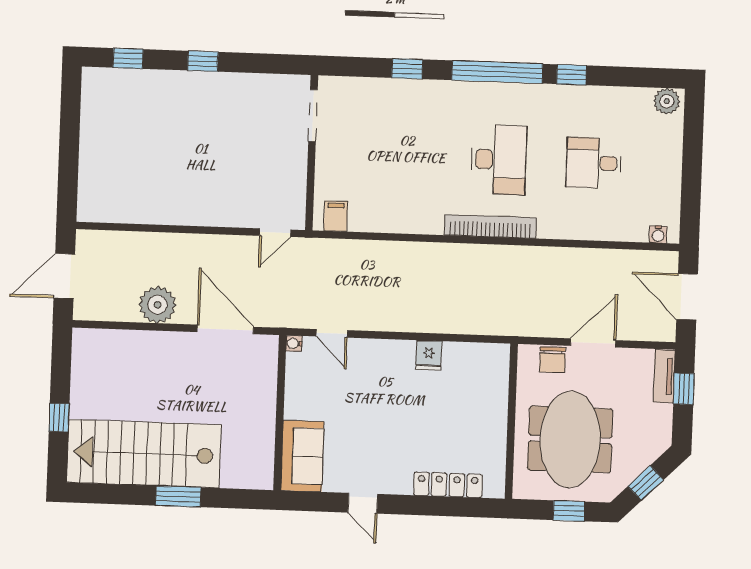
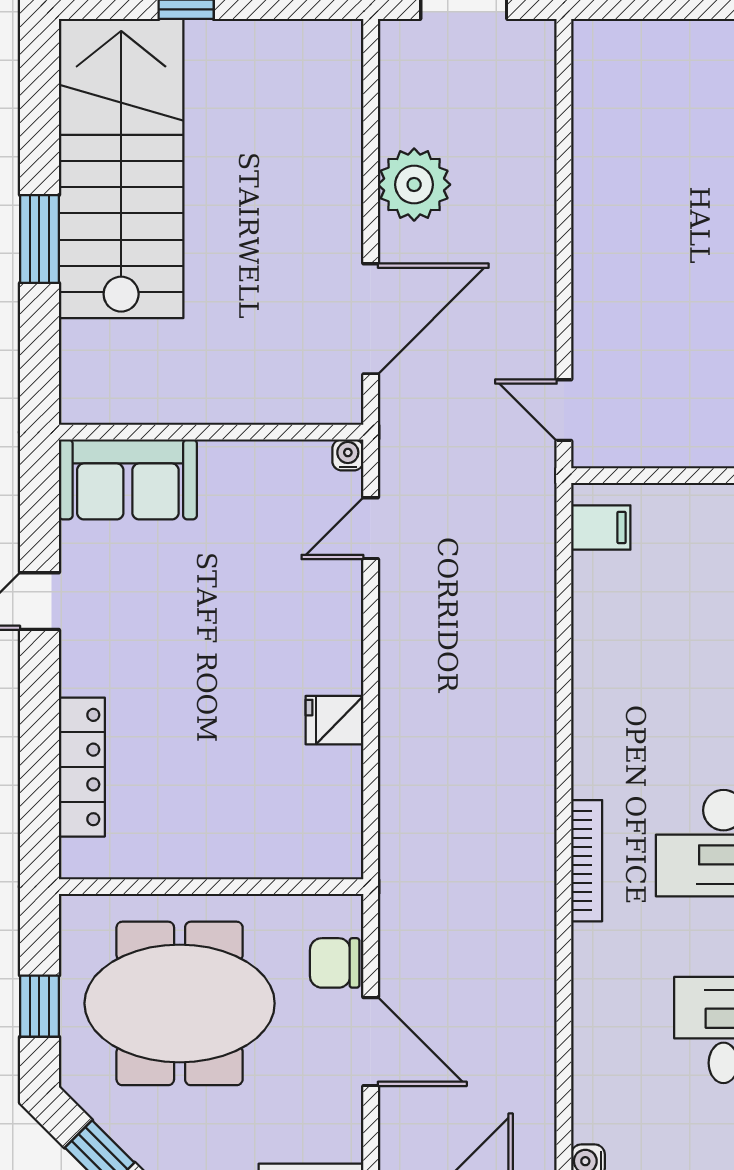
bookcase: (490, 226) -> (587, 861), width x0.68, depth x0.76

